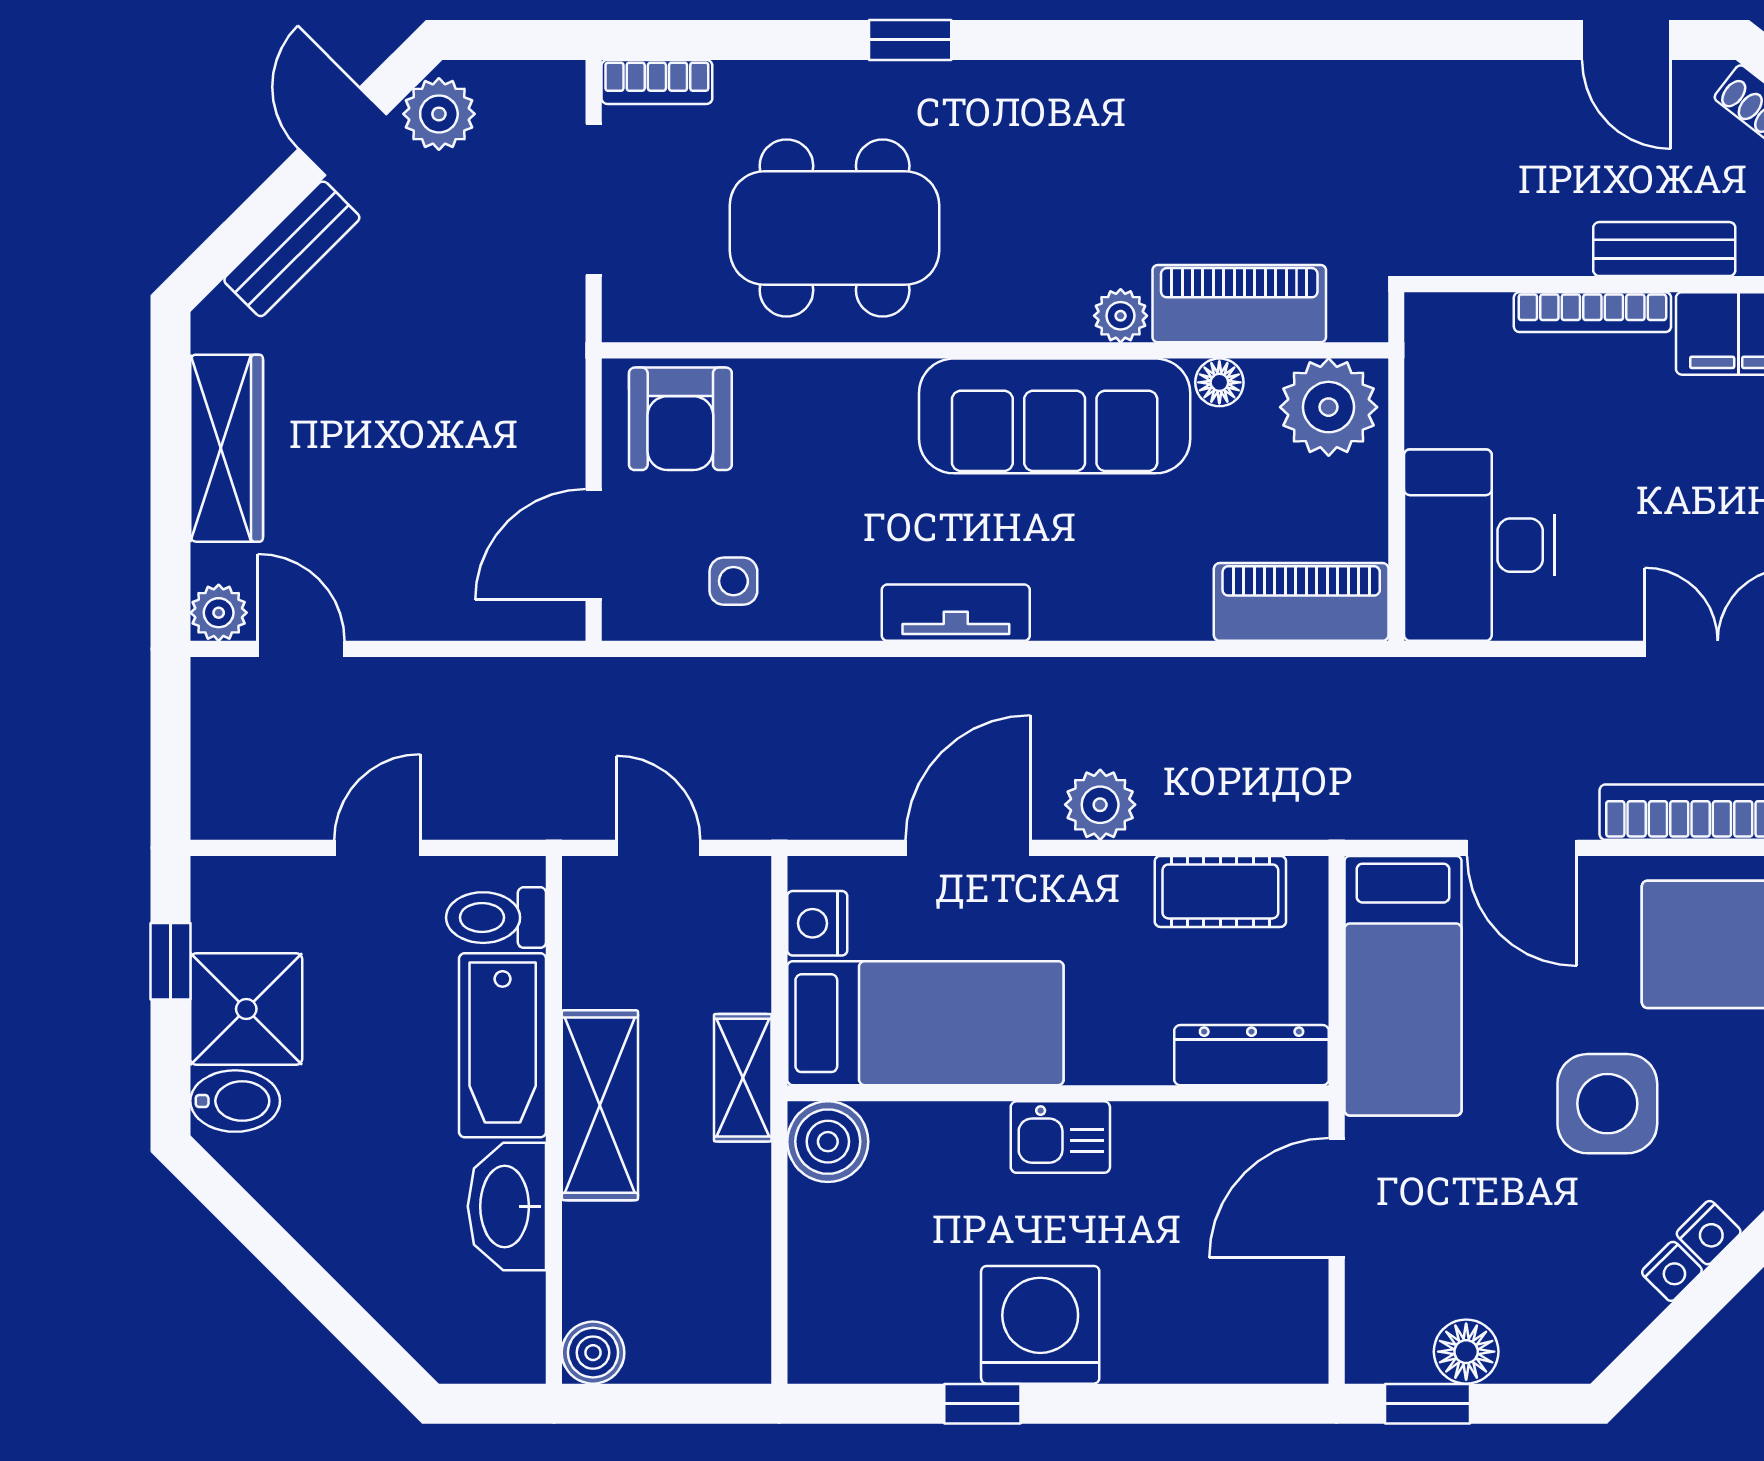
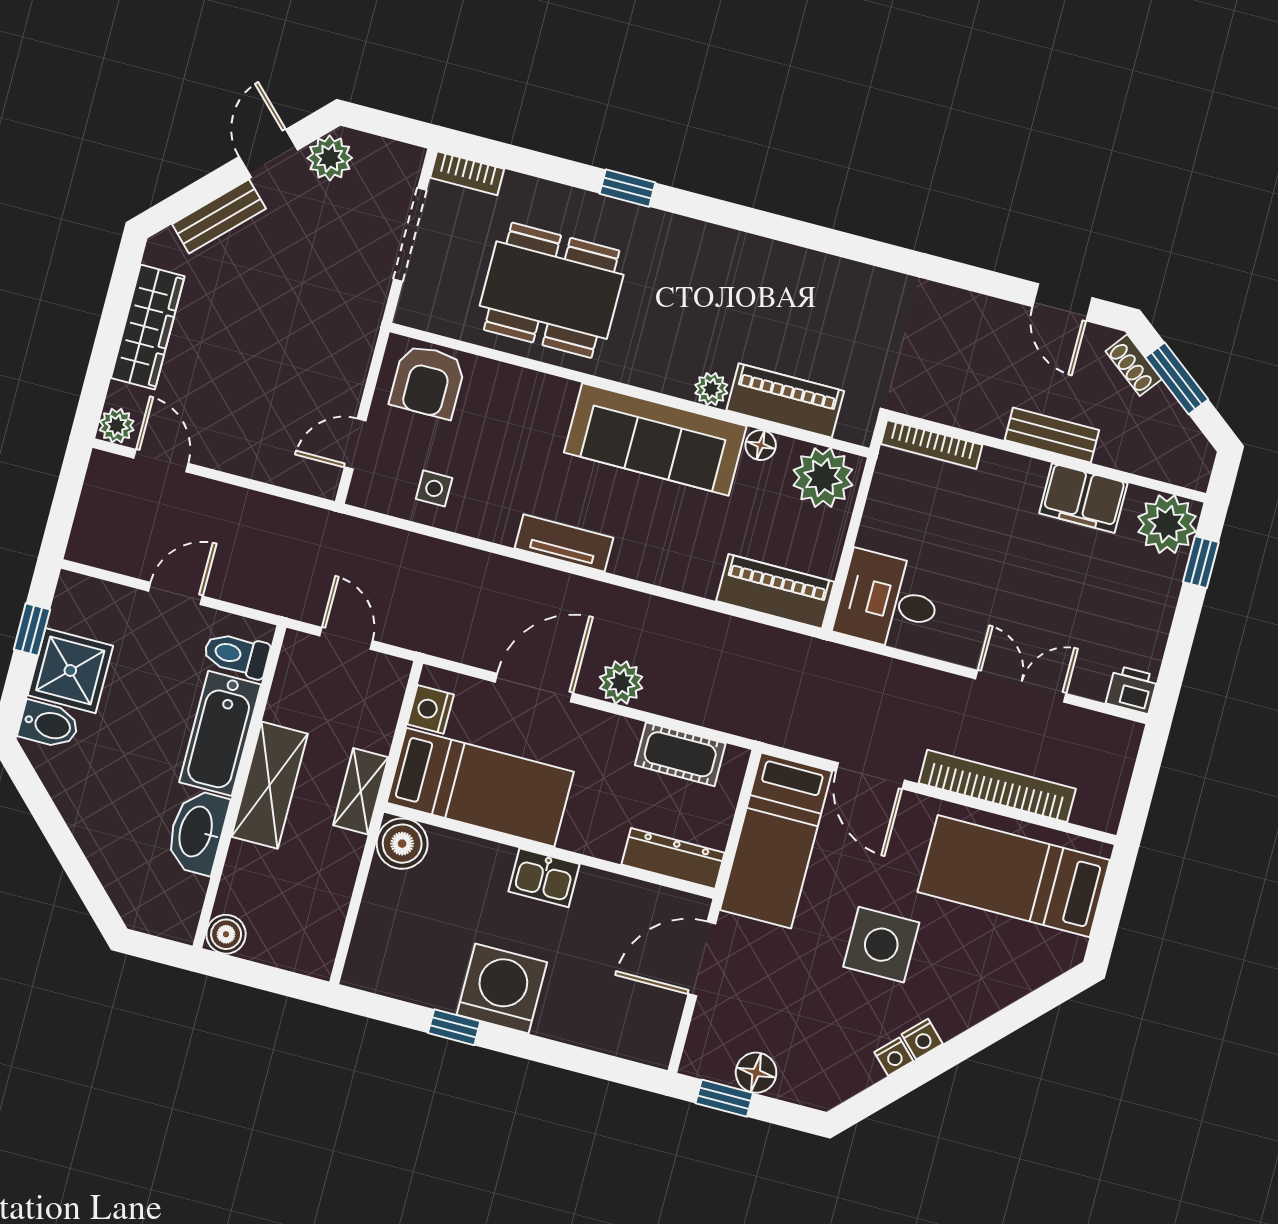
bookcase: (1592, 312) -> (932, 444), moved
door: (594, 545) -> (355, 444), width x0.73
desk: (1479, 545) -> (888, 601), width x0.73

